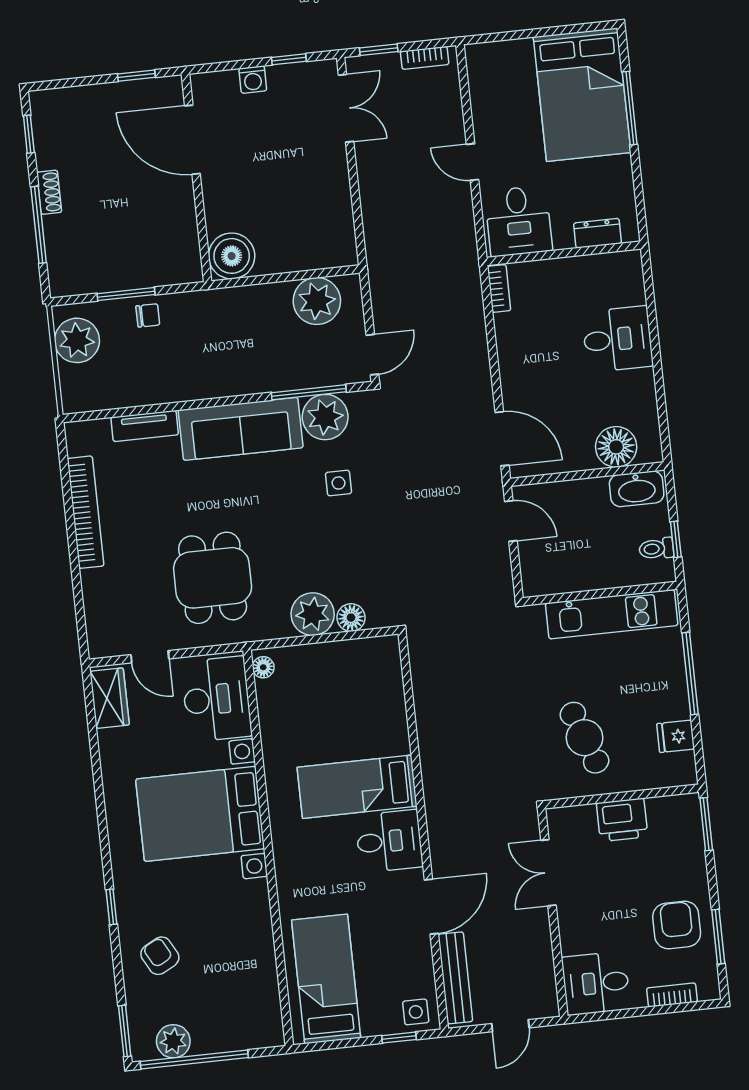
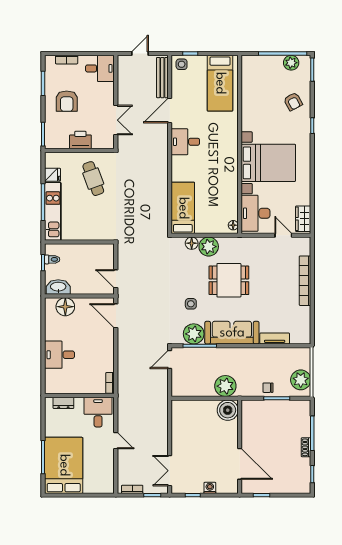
plant: (317, 301) -> (225, 386), moved
bookcase: (86, 512) -> (305, 281), moved
dining table: (213, 578) -> (229, 280), moved, turned 90
kitchen unit: (612, 614) -> (53, 211), moved, turned 90
bed: (357, 787) -> (183, 208), moved, turned -90
armchair: (677, 925) -> (67, 101), moved

